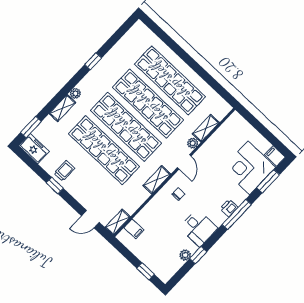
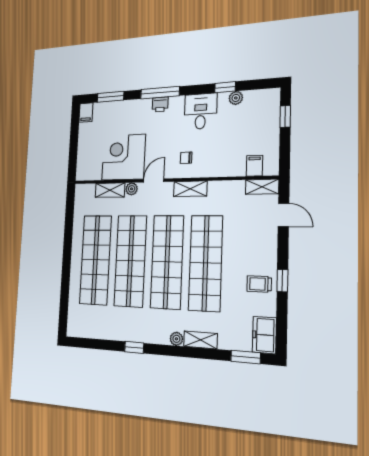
corner desk: (249, 168) -> (124, 157), moved, turned 180

